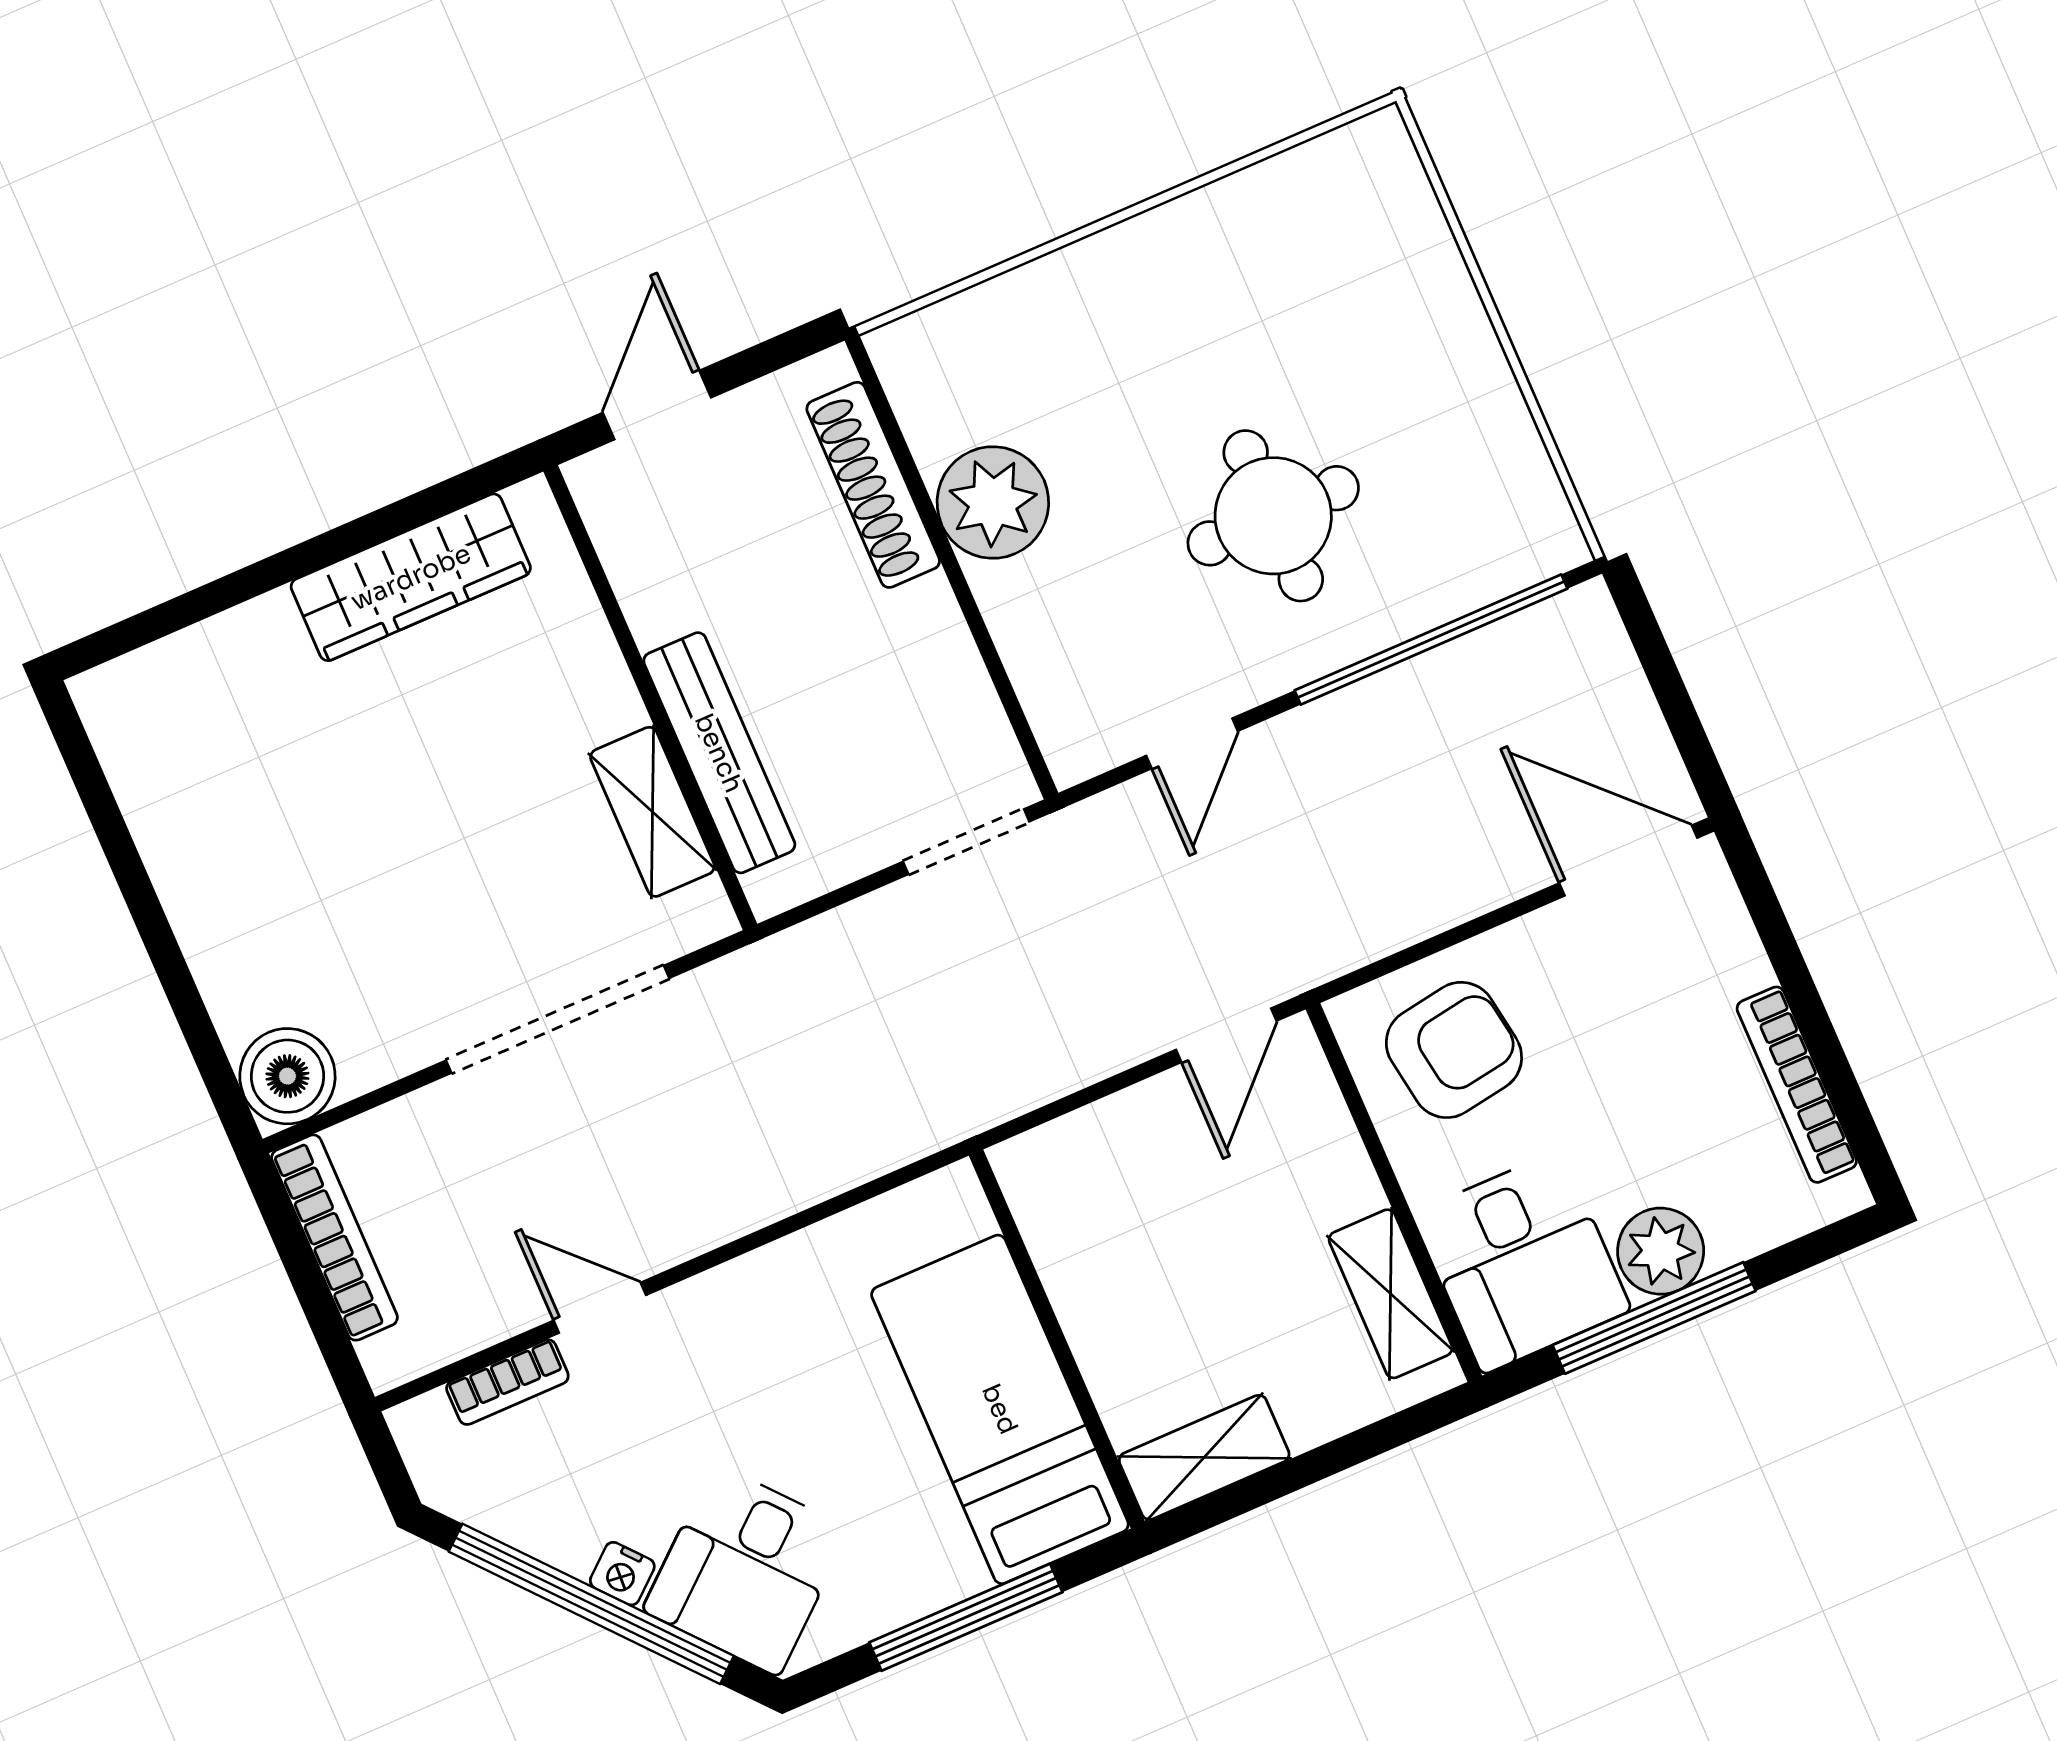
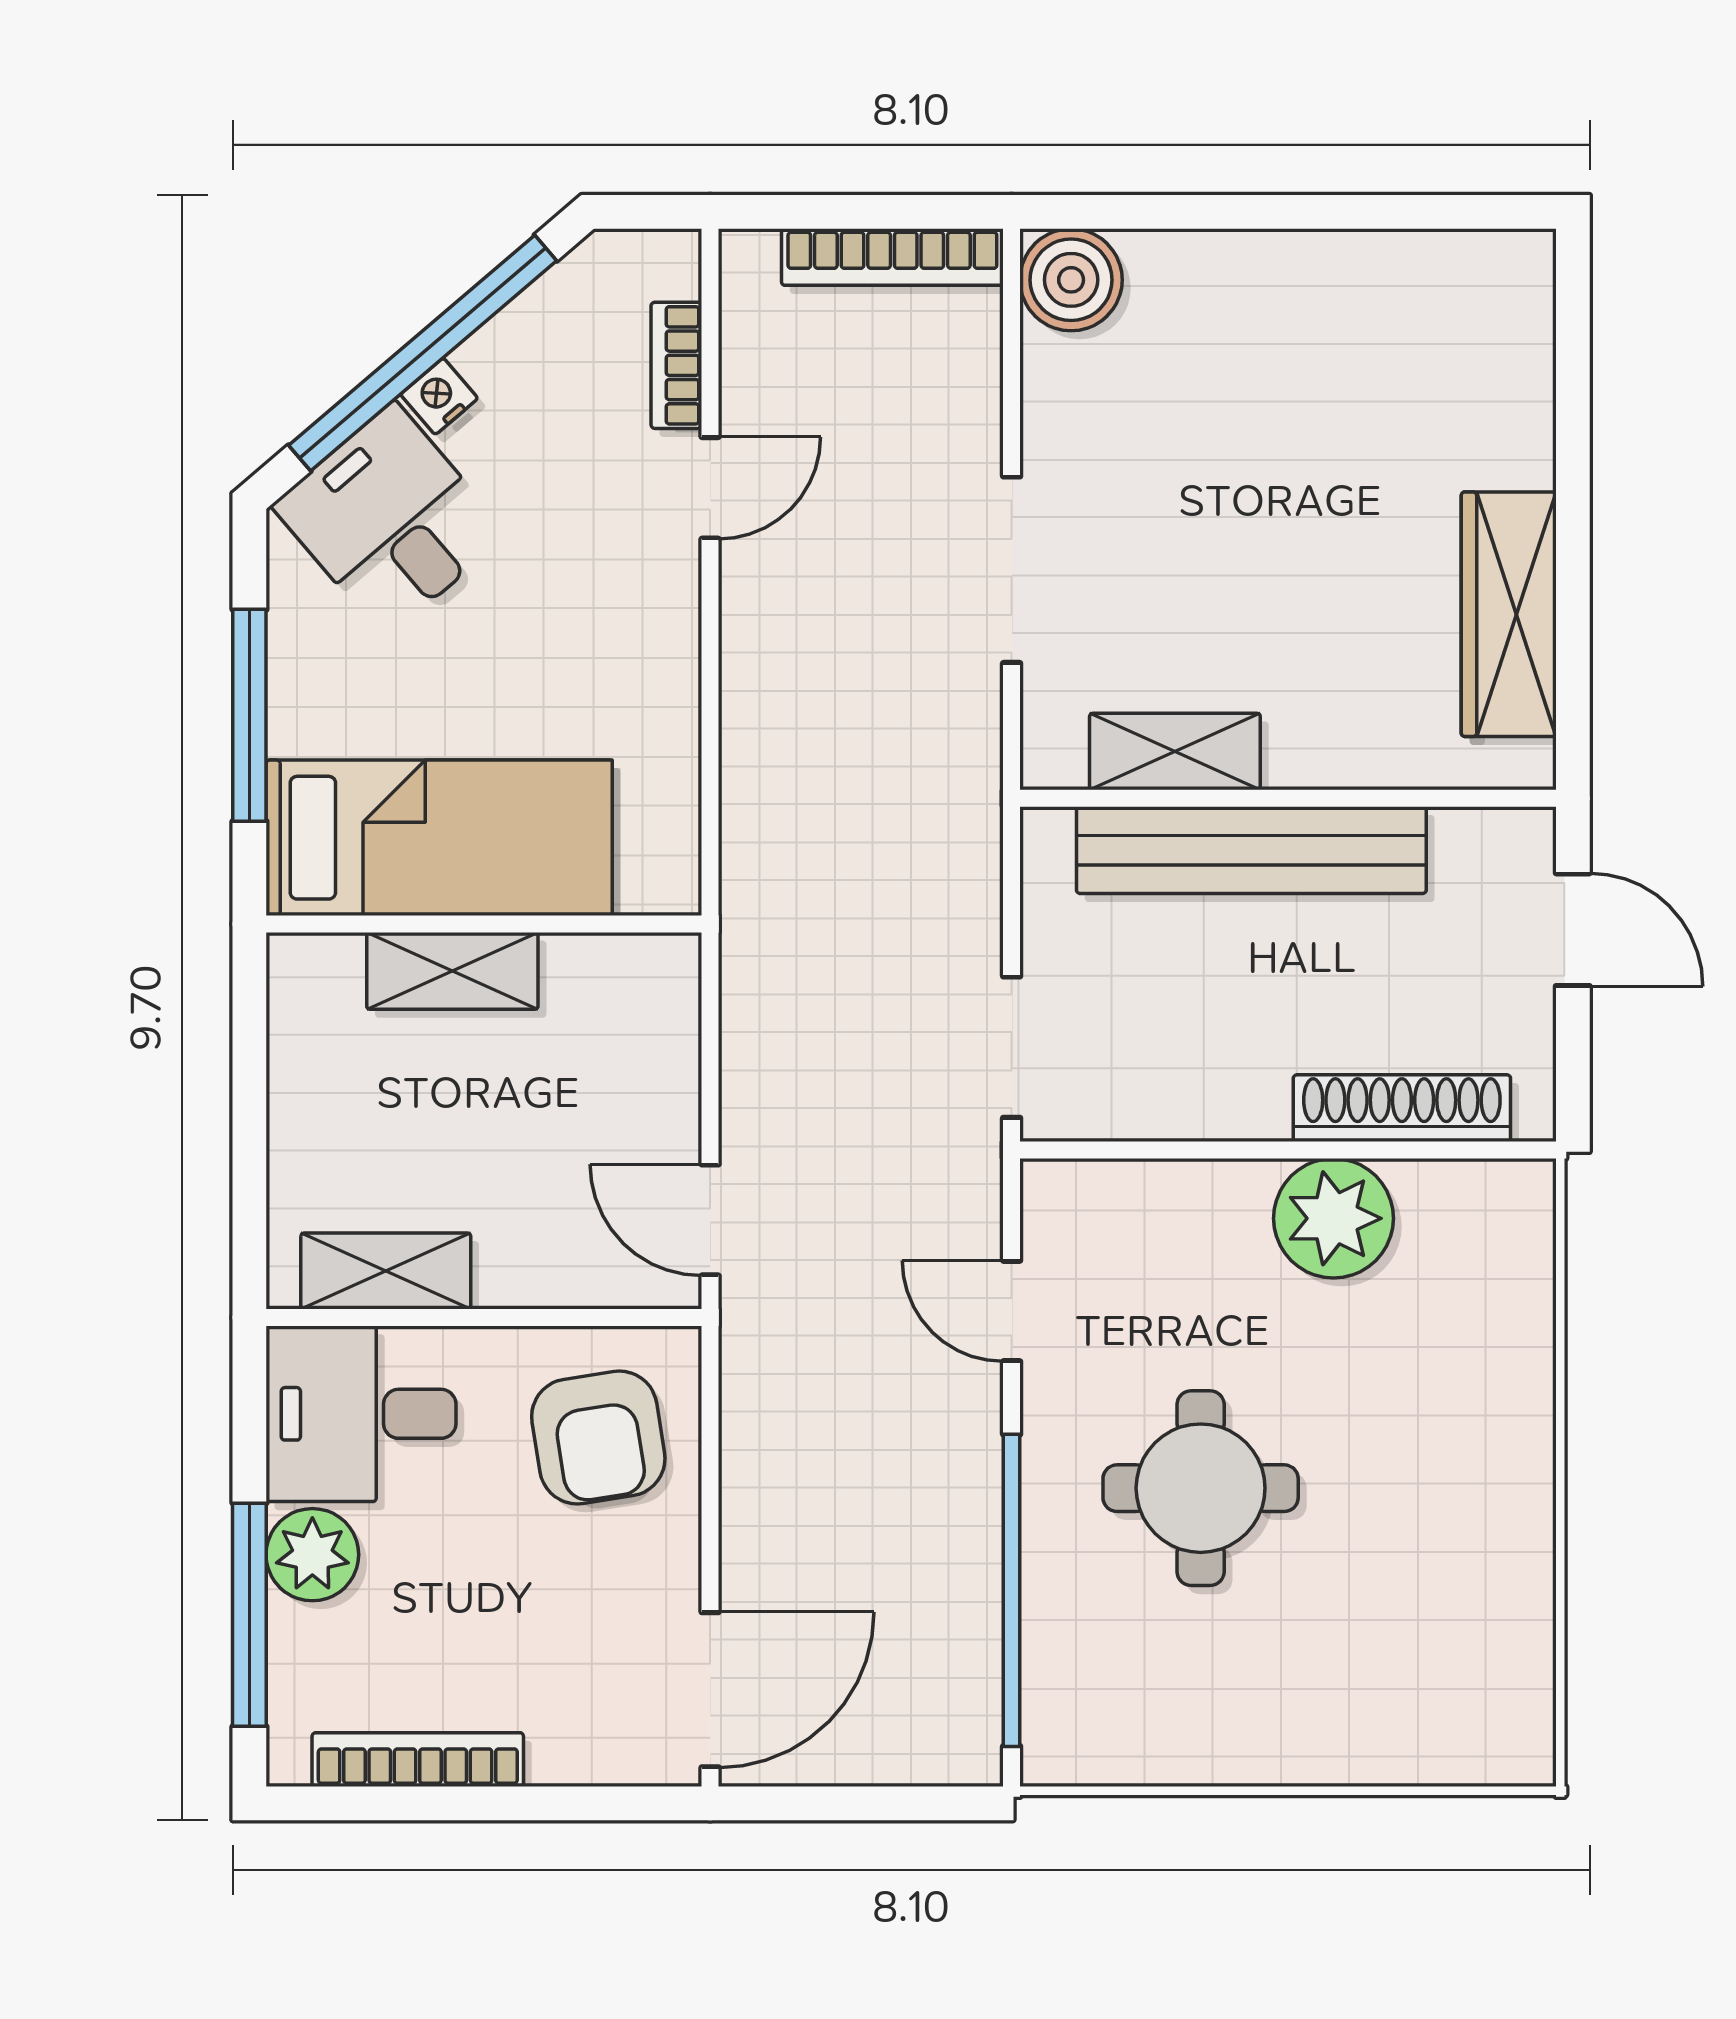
bench: (719, 753) -> (1251, 850), width x1.37, depth x1.21
doorway: (558, 1019) -> (1012, 570), width x0.73
window: (1654, 1318) -> (249, 1615), moved
shelving: (1204, 1457) -> (452, 971), moved, turned 90

